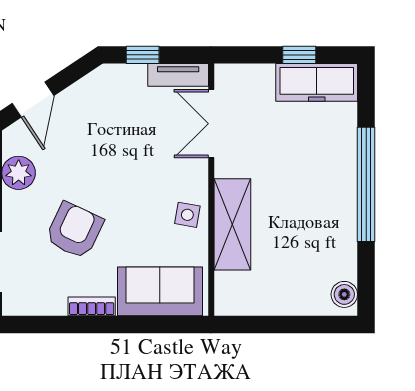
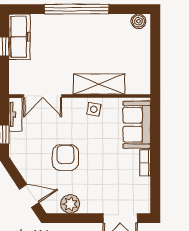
armchair: (74, 230) -> (65, 158), moved, turned 65

